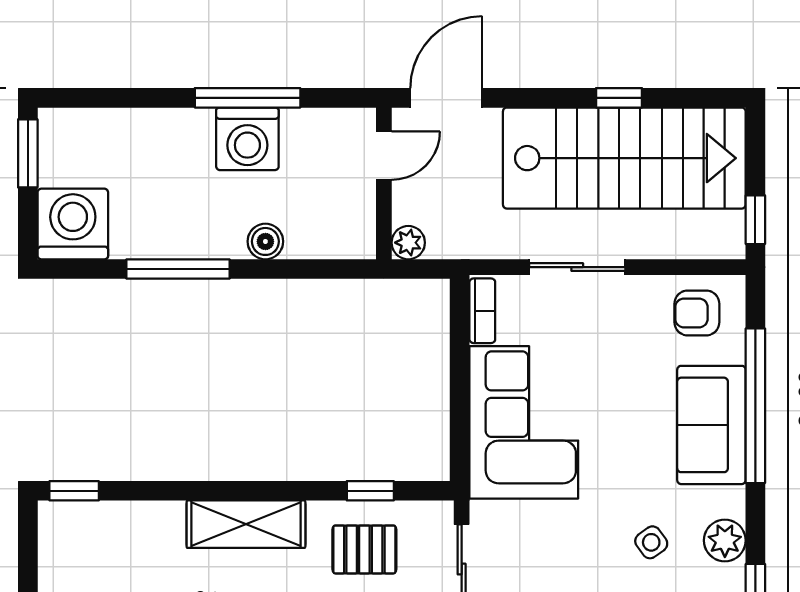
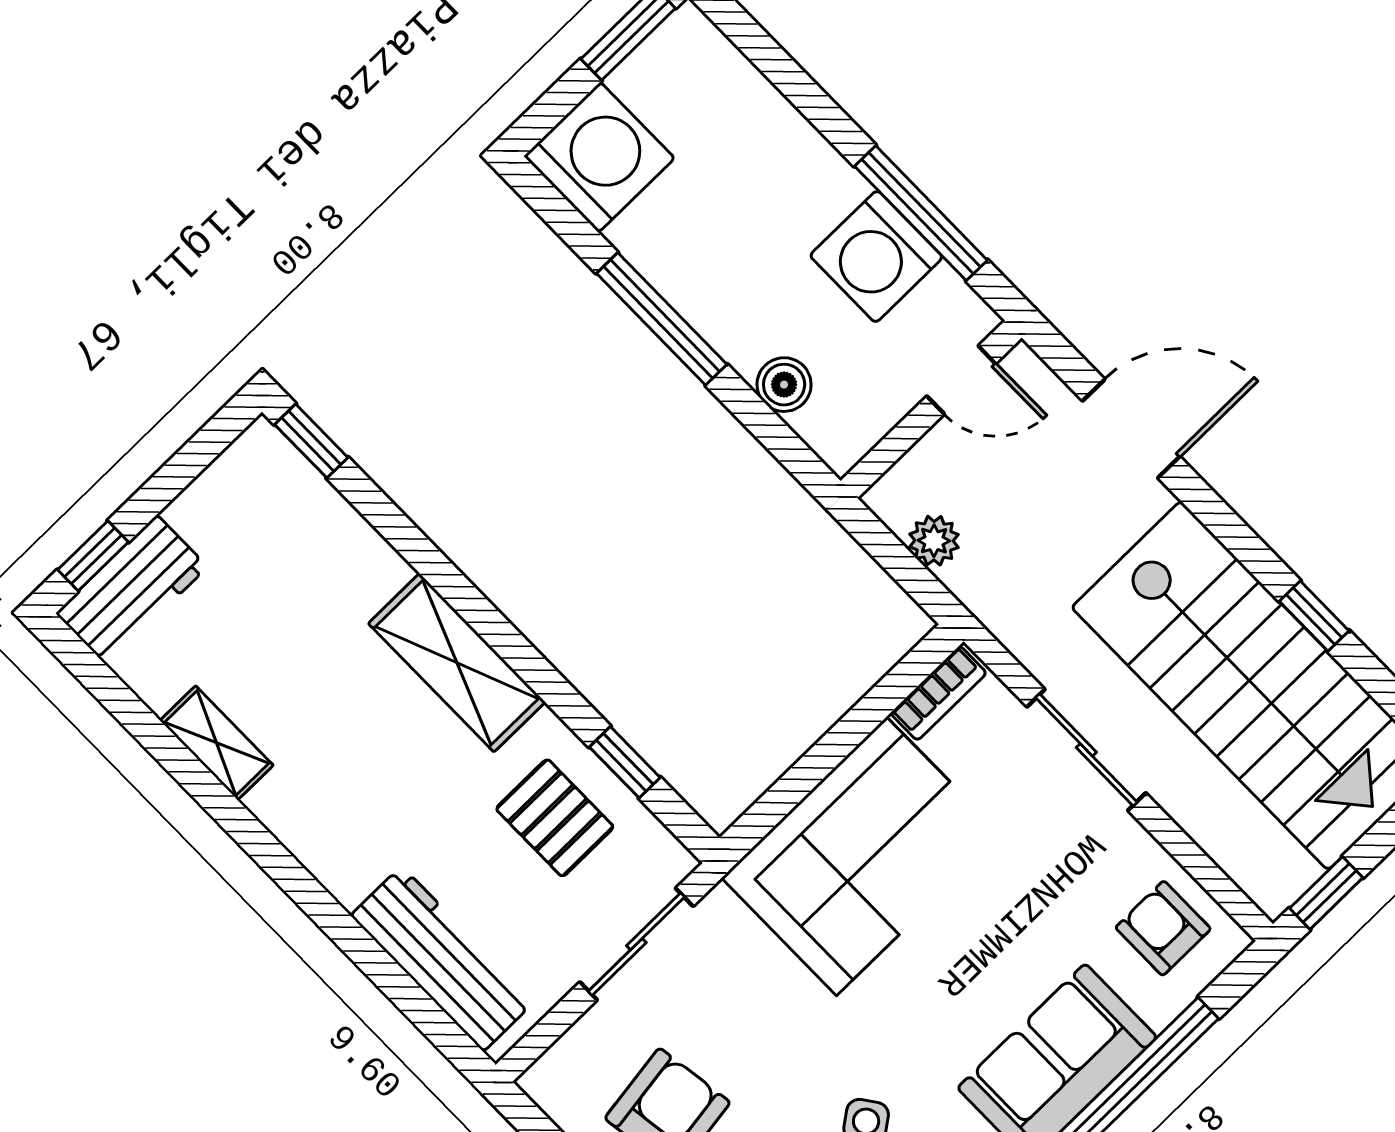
door: (384, 156) -> (961, 380), moved
wall: (384, 183) -> (931, 409), moved

